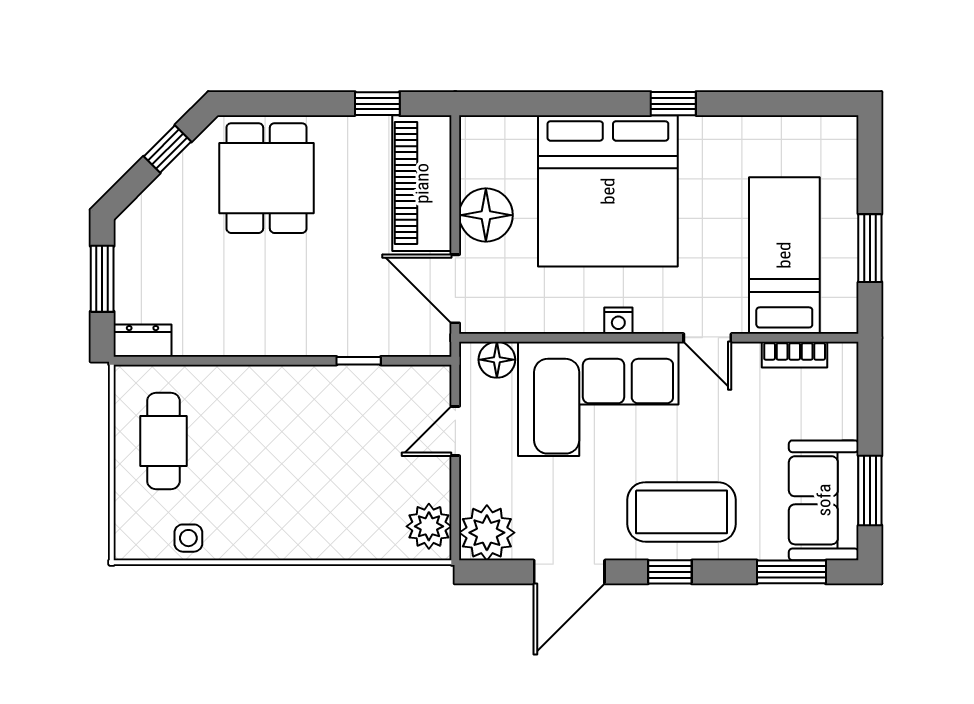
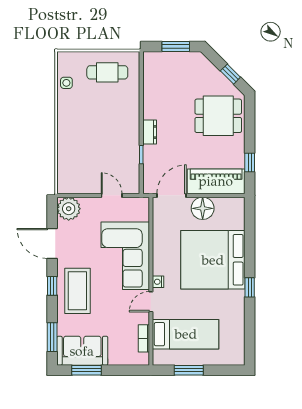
nightstand: (618, 321) -> (158, 282), moved
dresser: (142, 341) -> (150, 132), moved
floor lamp: (497, 360) -> (142, 213), removed
plant: (429, 526) -> (71, 184), removed

